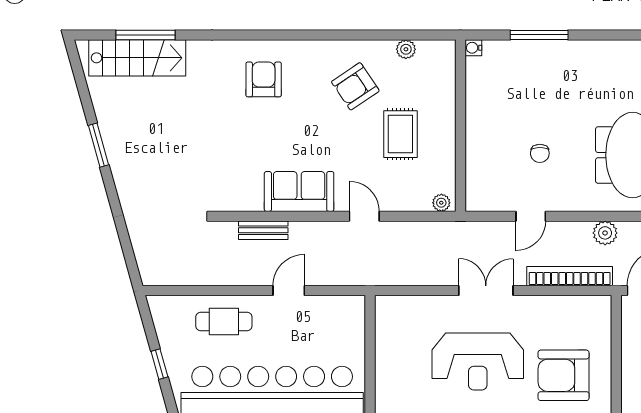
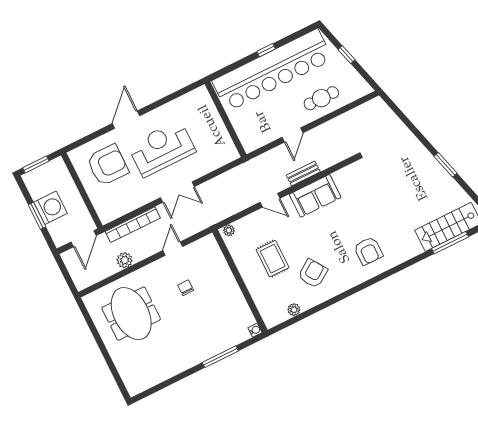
bench: (263, 230) -> (303, 174), moved

